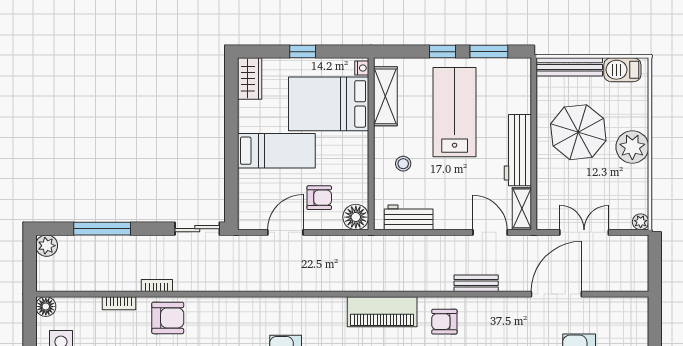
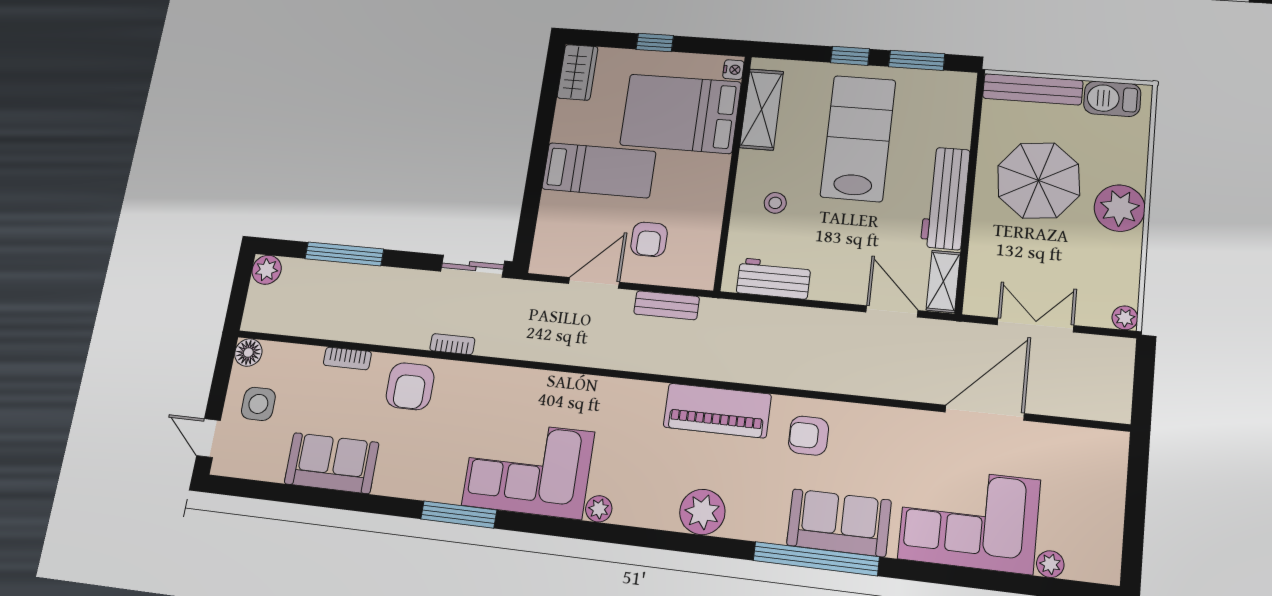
armchair: (319, 198) -> (649, 239), turned 90
floor lamp: (356, 217) -> (697, 271), removed
bench: (476, 283) -> (667, 305), moved
bookcase: (157, 285) -> (452, 344), moved
armchair: (168, 318) -> (410, 386), turned 90

